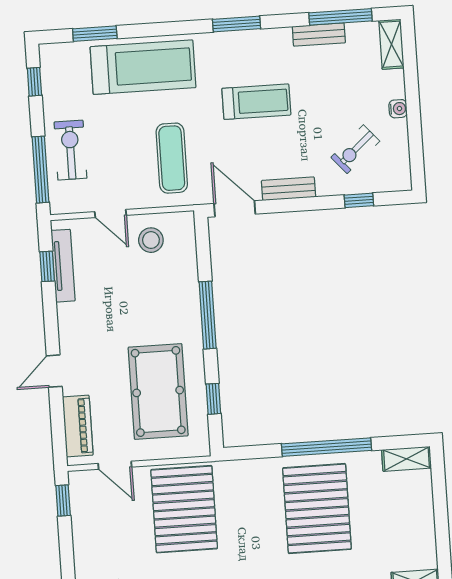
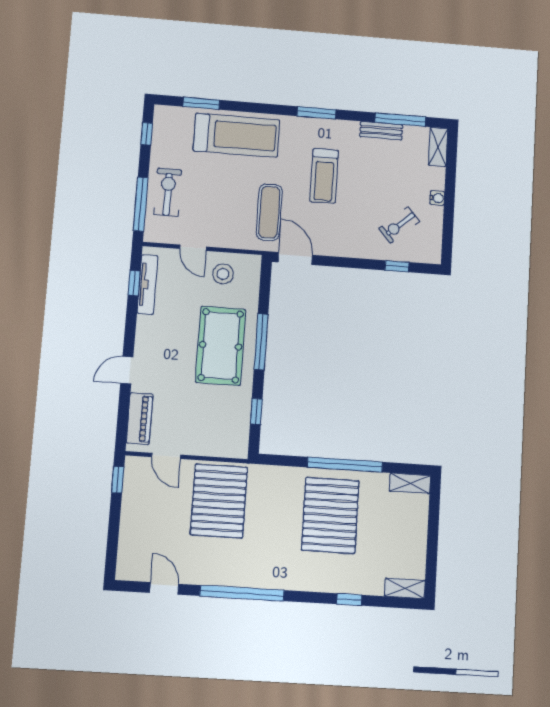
treadmill: (256, 102) -> (324, 176), turned 90
exercise mat: (172, 158) -> (269, 212), moved
bench: (288, 189) -> (341, 249), removed
pool table: (158, 391) -> (221, 346), moved

